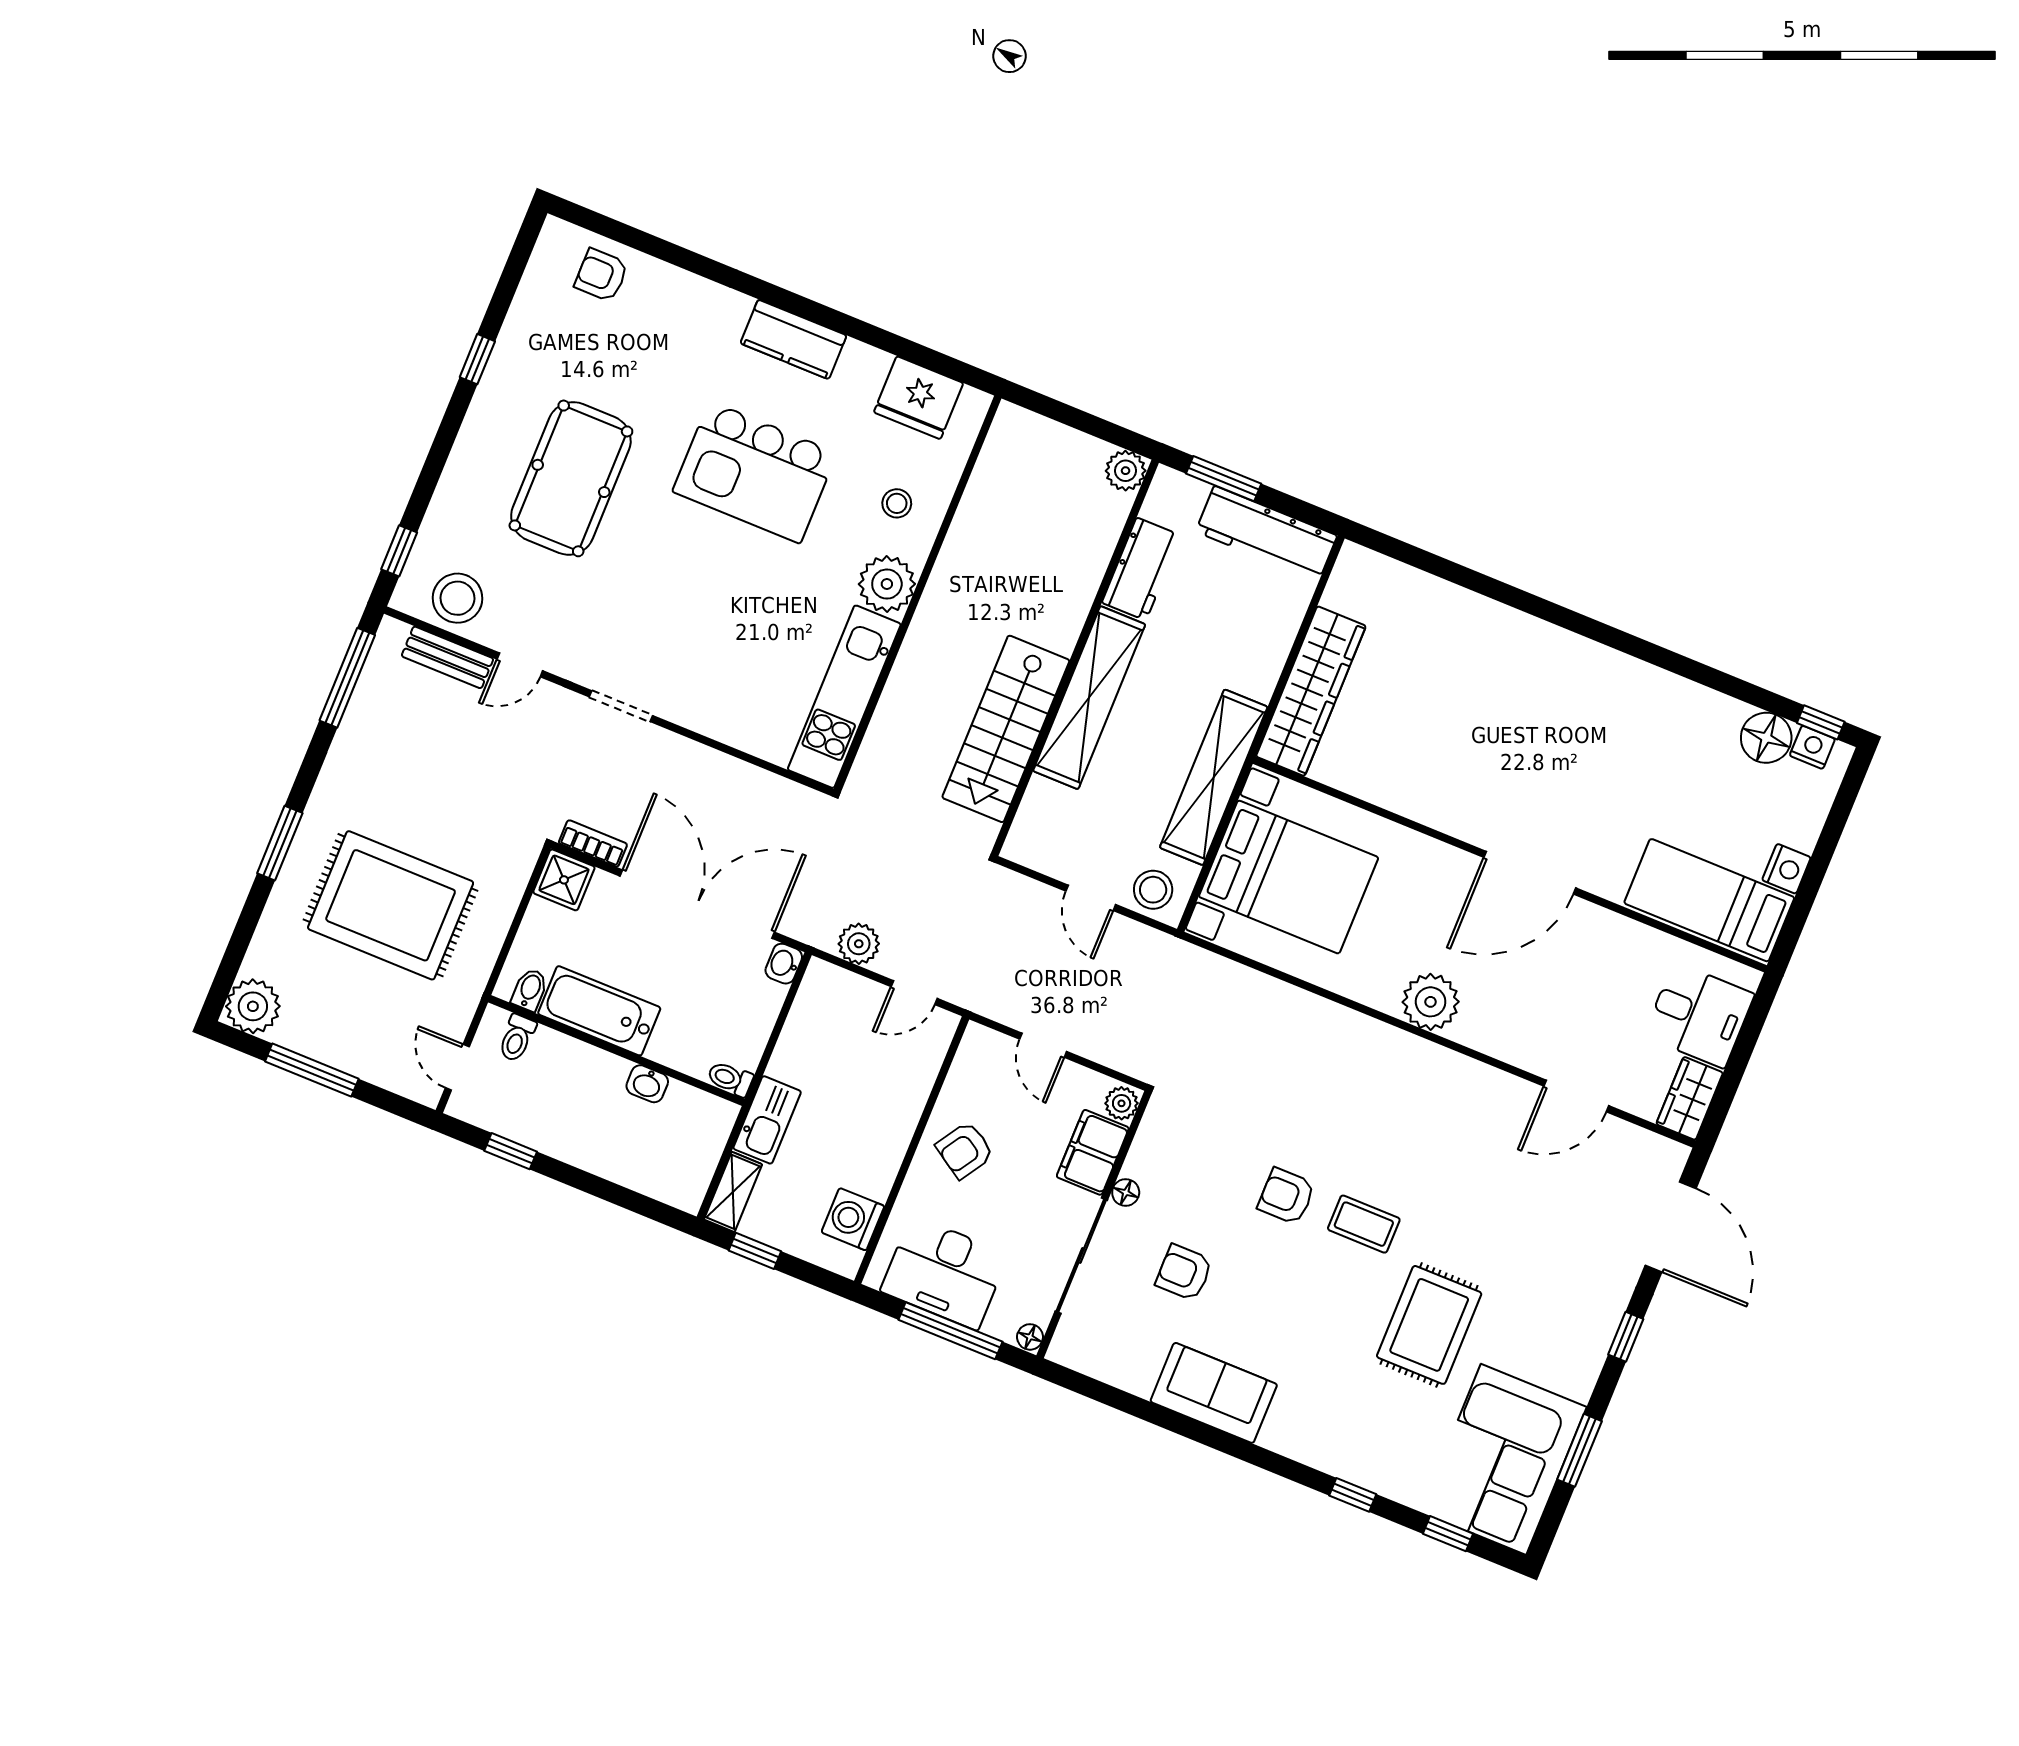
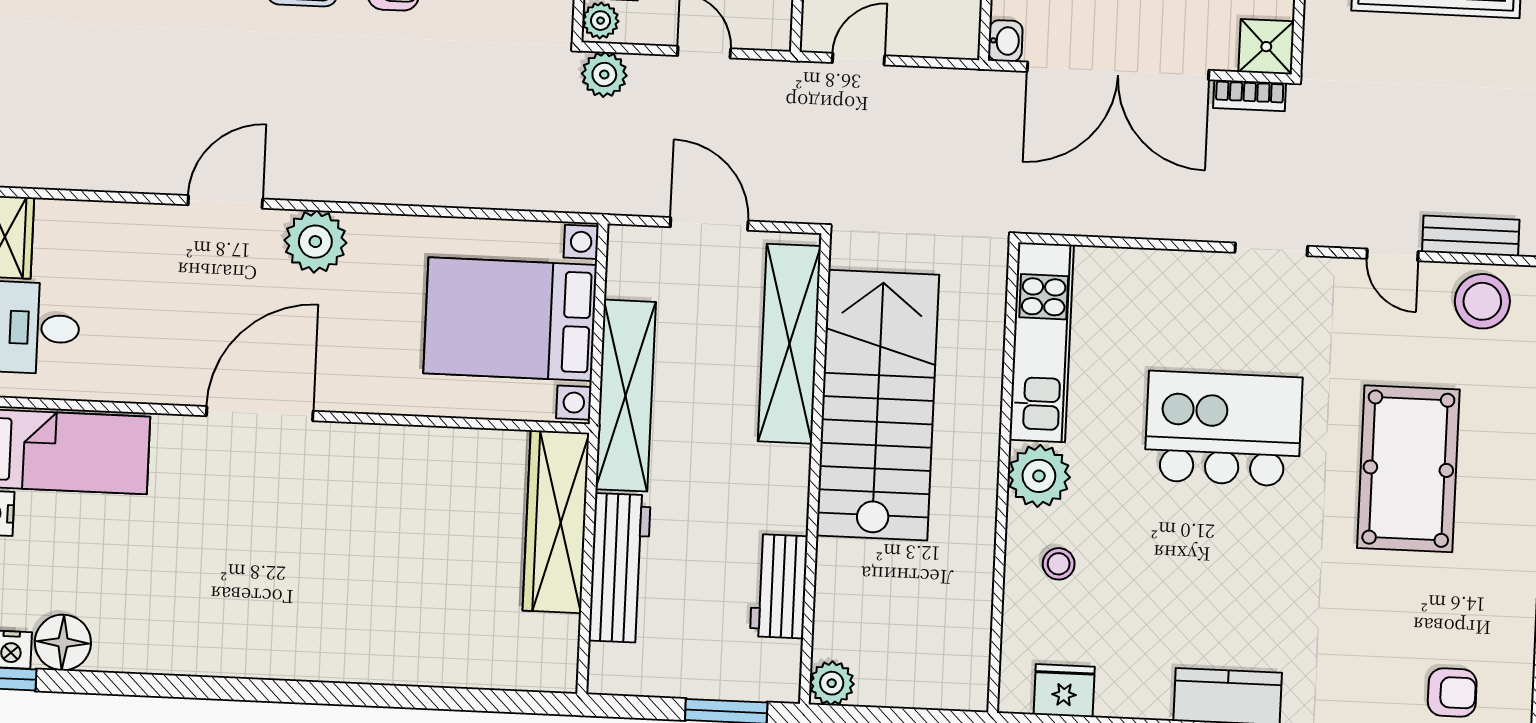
fridge: (919, 398) -> (1064, 691), width x0.73, depth x0.75
kitchen island: (755, 472) -> (1223, 429), moved
workbench: (1266, 534) -> (620, 568), moved, turned 90
door: (520, 665) -> (1392, 255), swing flipped
shelving: (1089, 698) -> (789, 344), moved
stairs: (1006, 729) -> (878, 405), width x1.36, depth x1.51
stool: (1153, 890) -> (647, 256), removed
door: (1091, 898) -> (709, 224), width x1.38
plant: (859, 944) -> (604, 75), moved
door: (1576, 1096) -> (225, 202), moved

